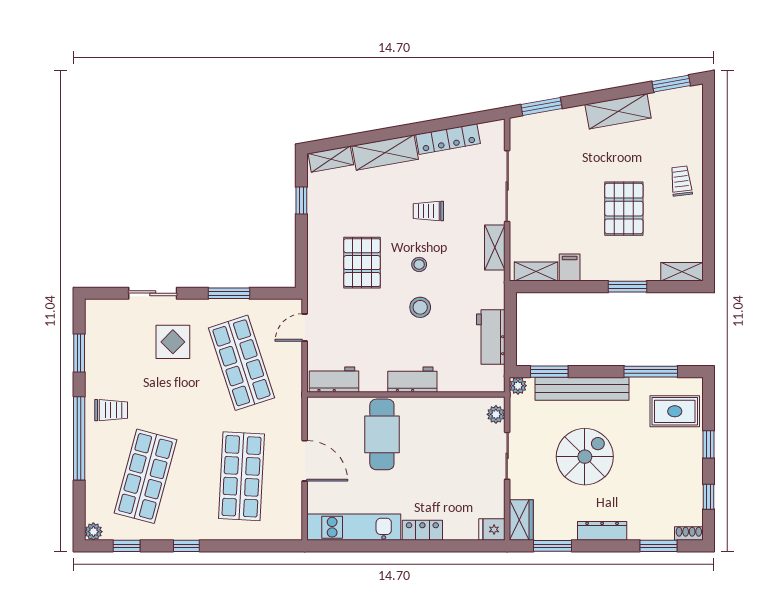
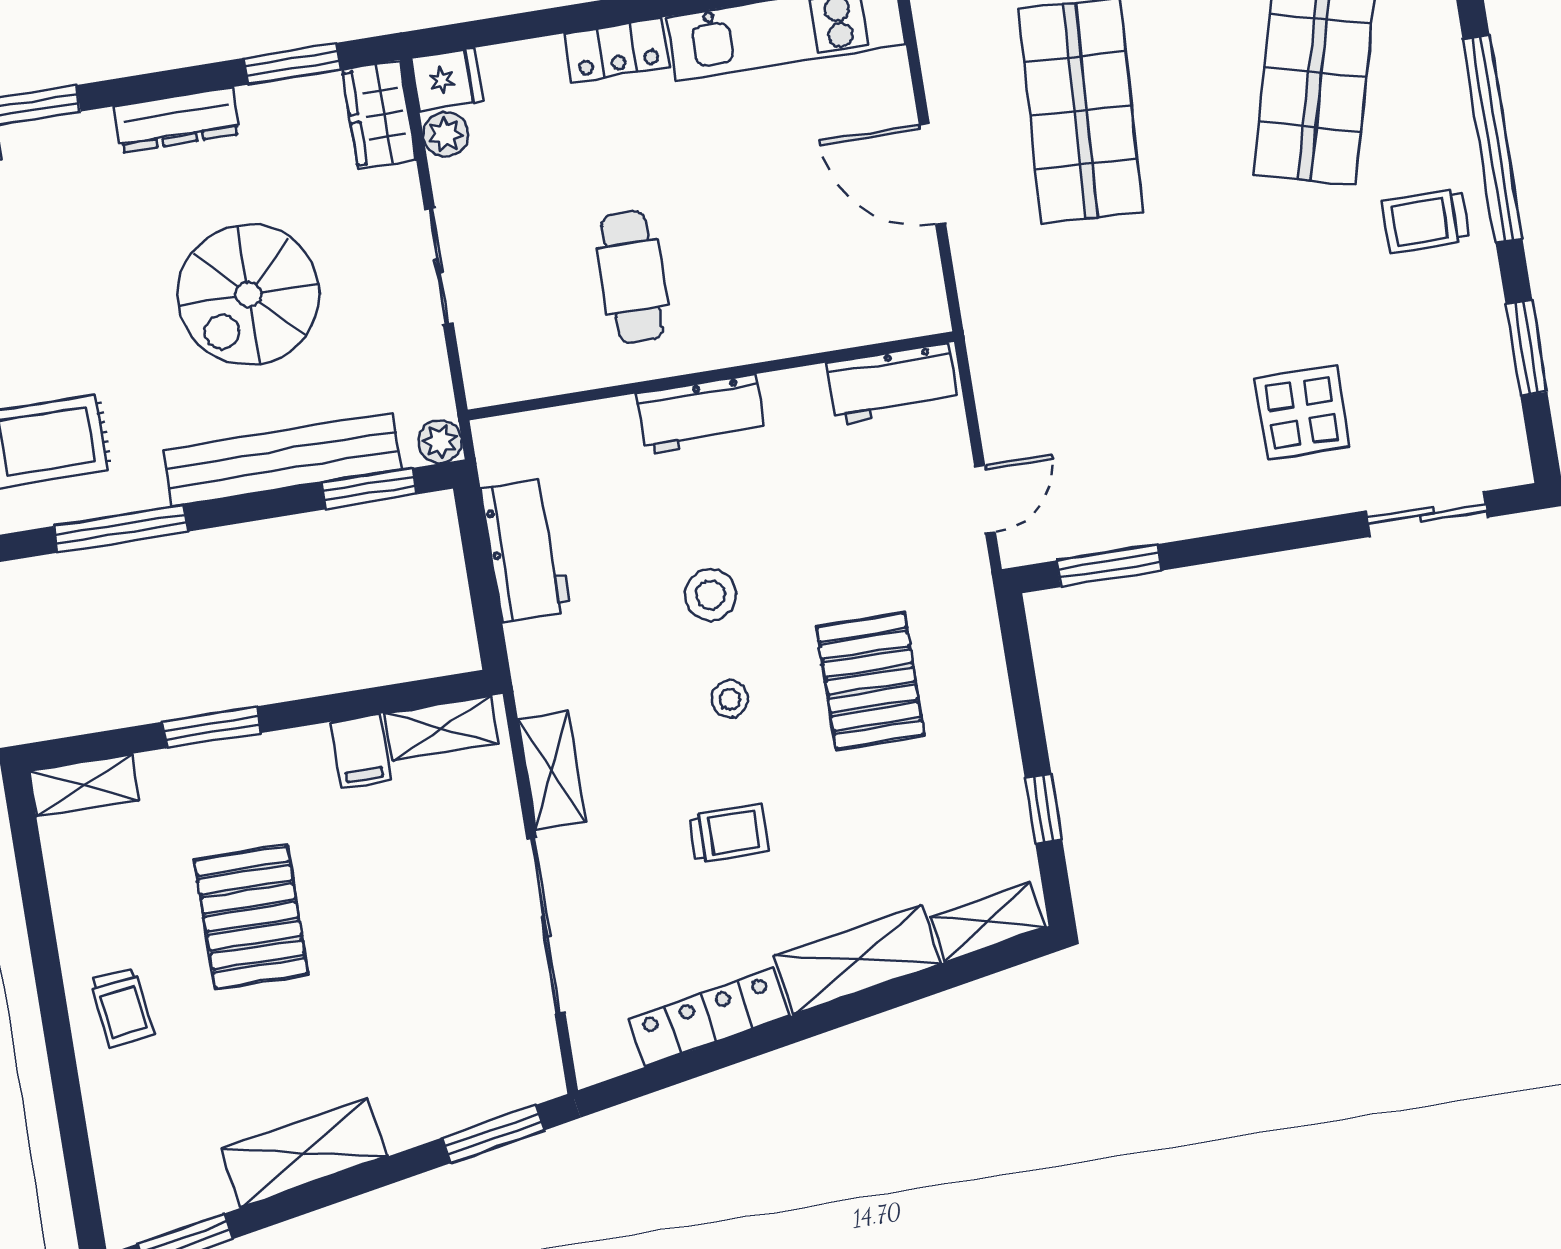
sliding door: (153, 293) -> (1427, 514), moved
window: (229, 293) -> (1109, 566), moved
shop shelf: (242, 363) -> (1125, 388), removed
plant: (496, 414) -> (446, 134), moved
cafe table: (382, 434) -> (632, 277), moved, width x0.73, depth x0.74

